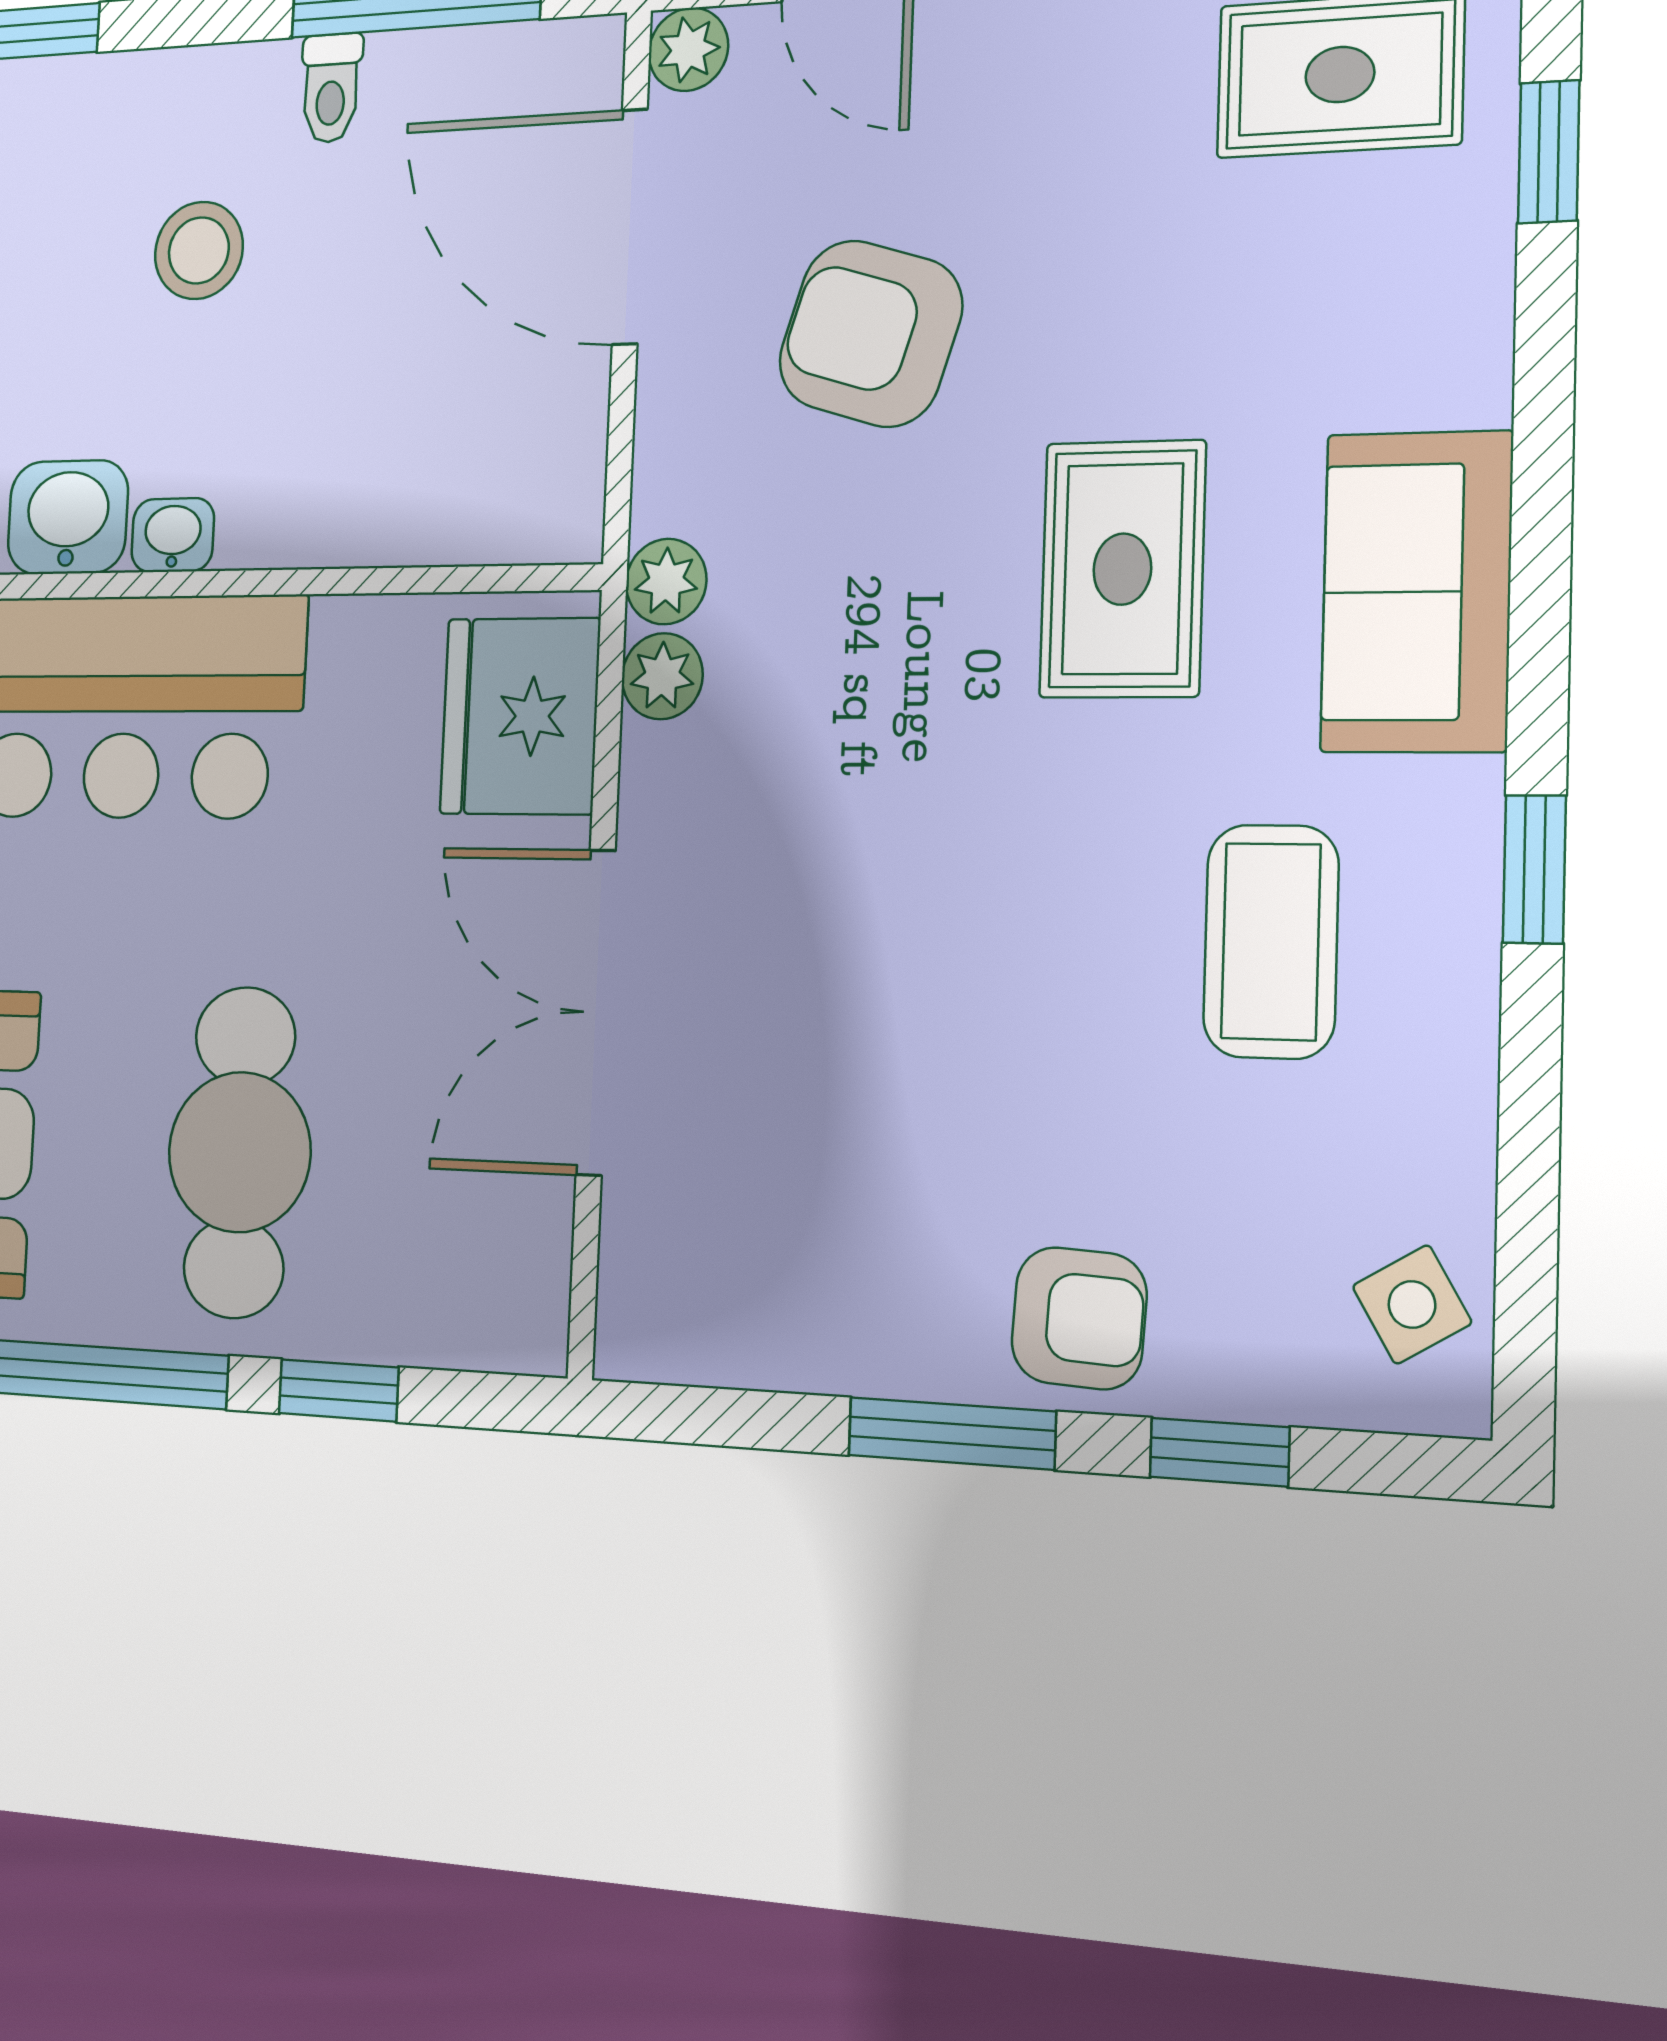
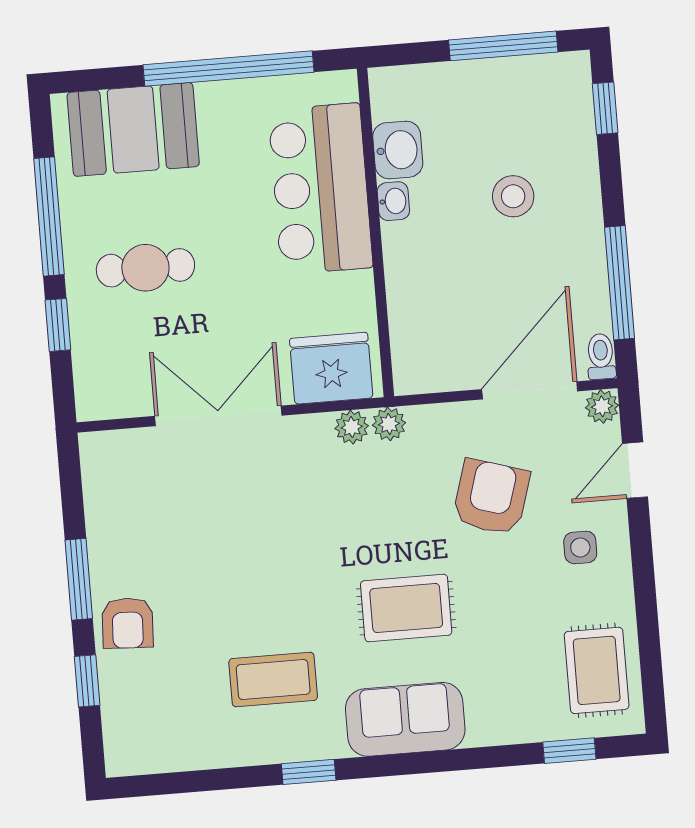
toilet: (331, 88) -> (601, 356), moved, turned 90
cafe table: (240, 1152) -> (145, 268), width x0.73, depth x0.74
side table: (1412, 1304) -> (580, 547), moved, turned 31

